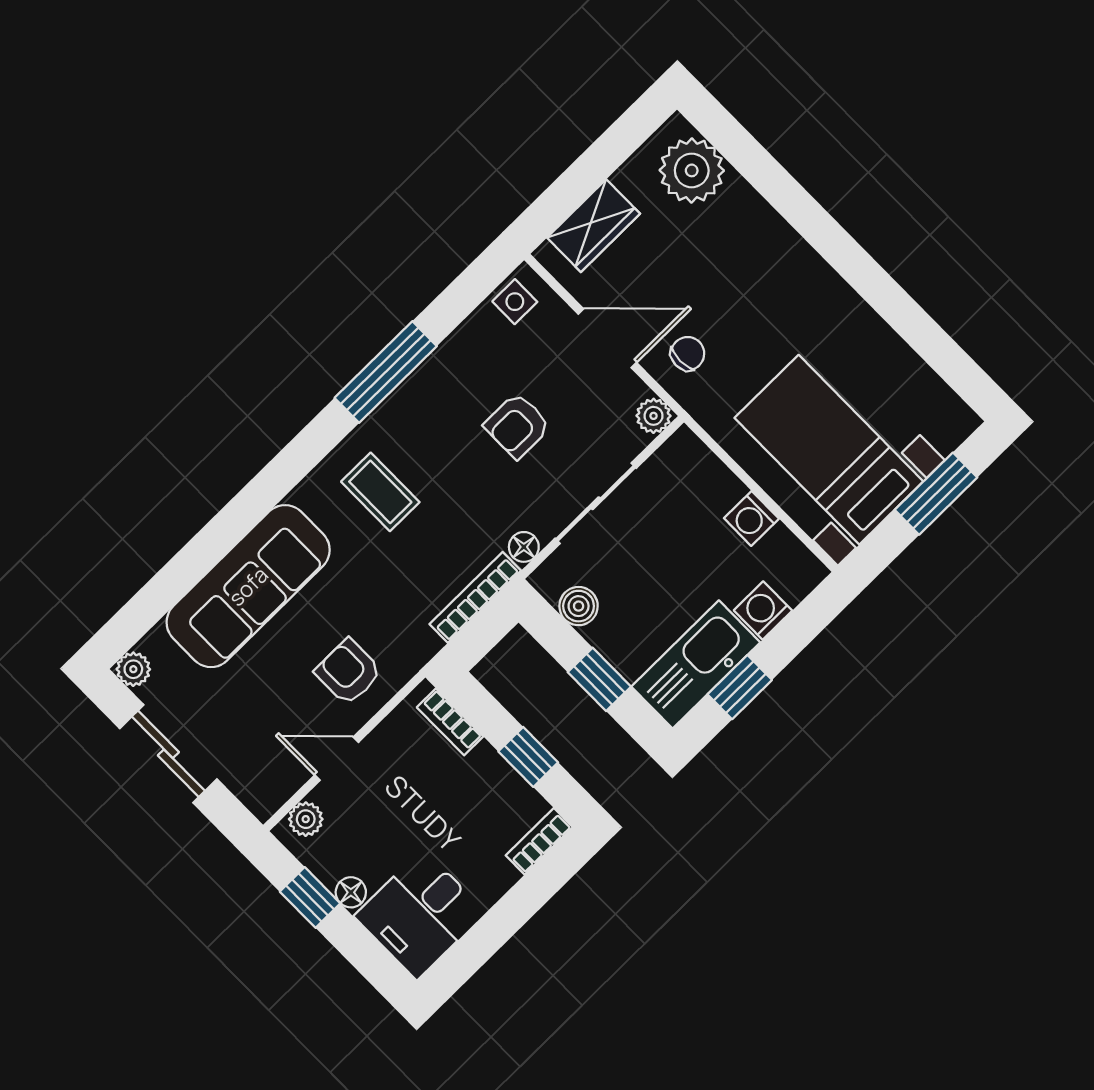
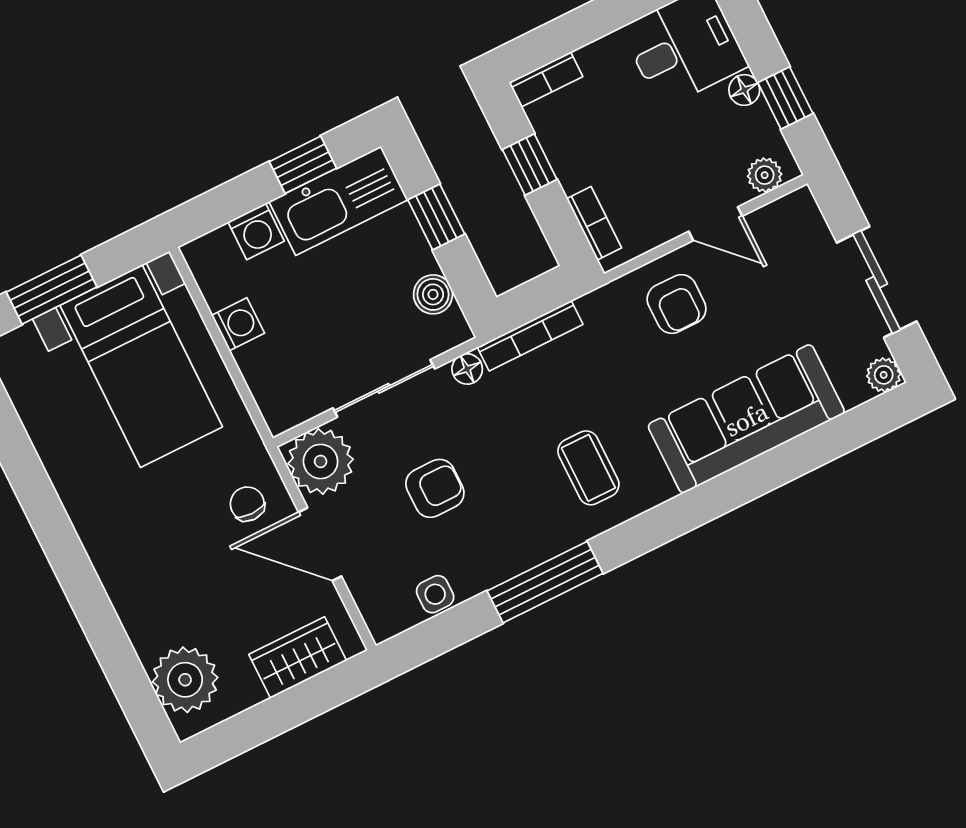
side table: (515, 302) -> (435, 594), moved
chair: (688, 354) -> (247, 504), turned 90
plant: (654, 416) -> (321, 461), width x1.87, depth x1.87

